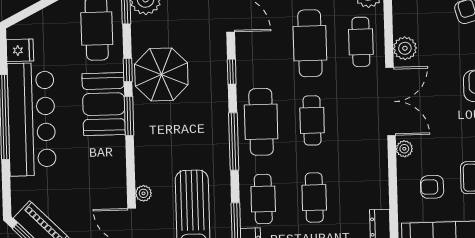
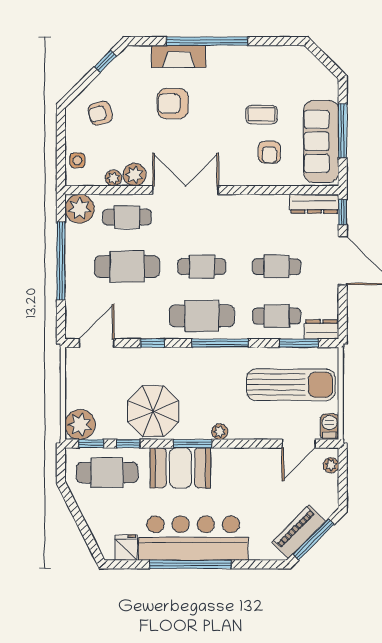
window: (128, 70) -> (128, 444), moved
plant: (404, 149) -> (113, 178), moved
plant: (144, 193) -> (220, 432), moved

